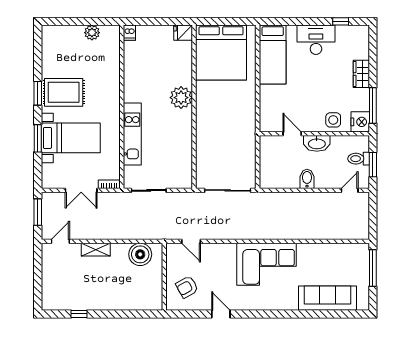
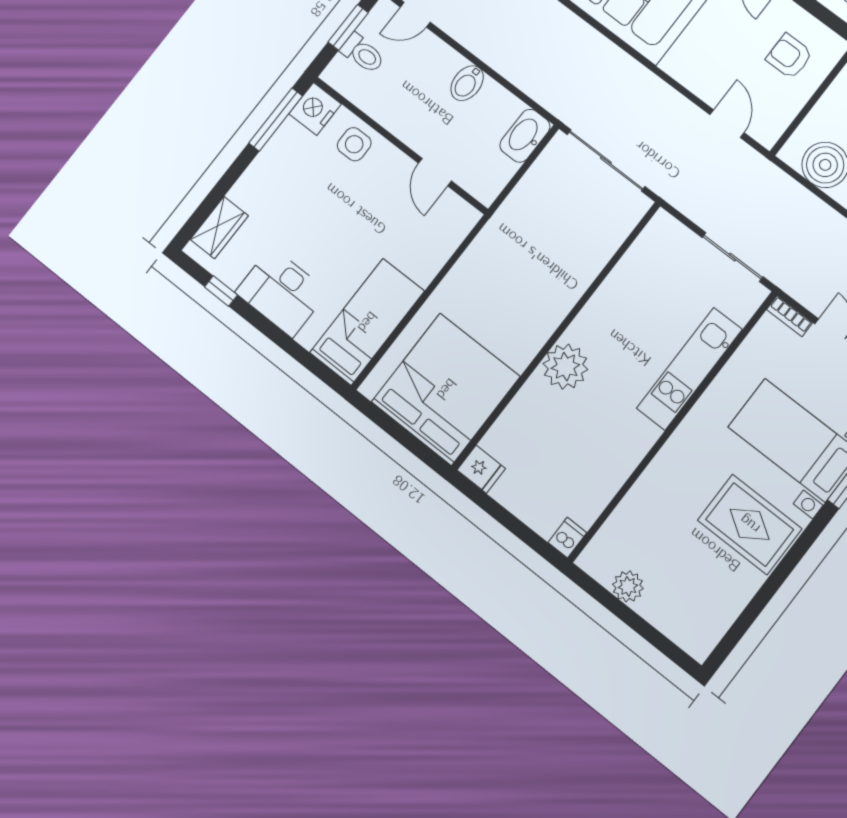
wardrobe: (361, 74) -> (219, 228), moved
window: (38, 93) -> (794, 556), removed
washbasin: (317, 143) -> (525, 136), moved, turned -90
armchair: (187, 287) -> (789, 56), turned -151

